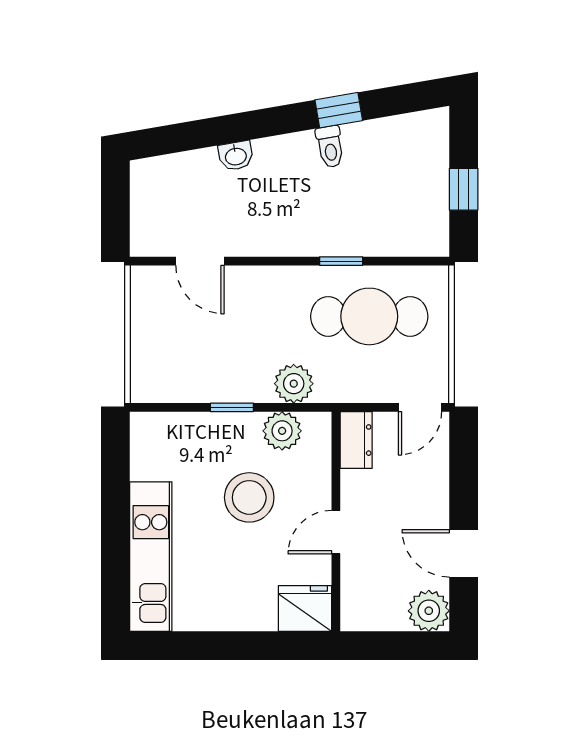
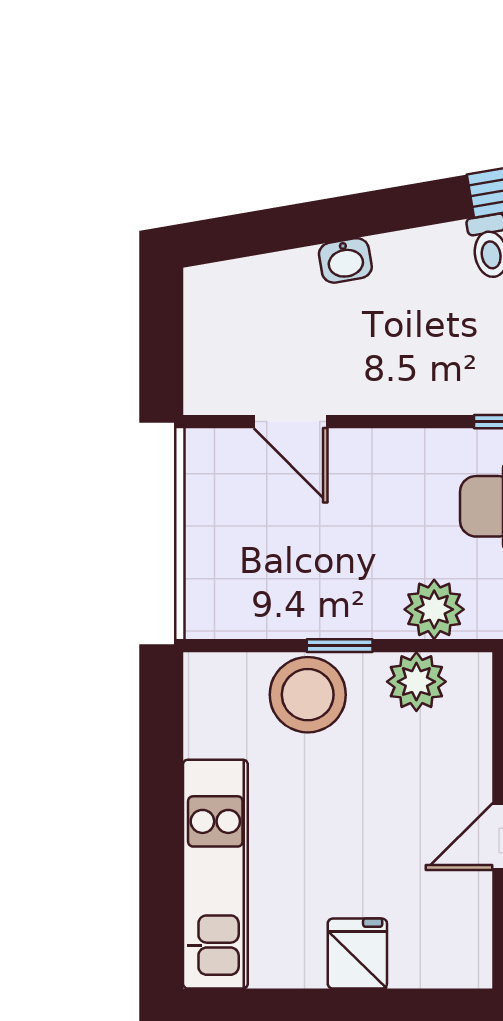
stool: (249, 497) -> (308, 695), moved
fridge: (305, 608) -> (357, 954), moved, width x0.72

